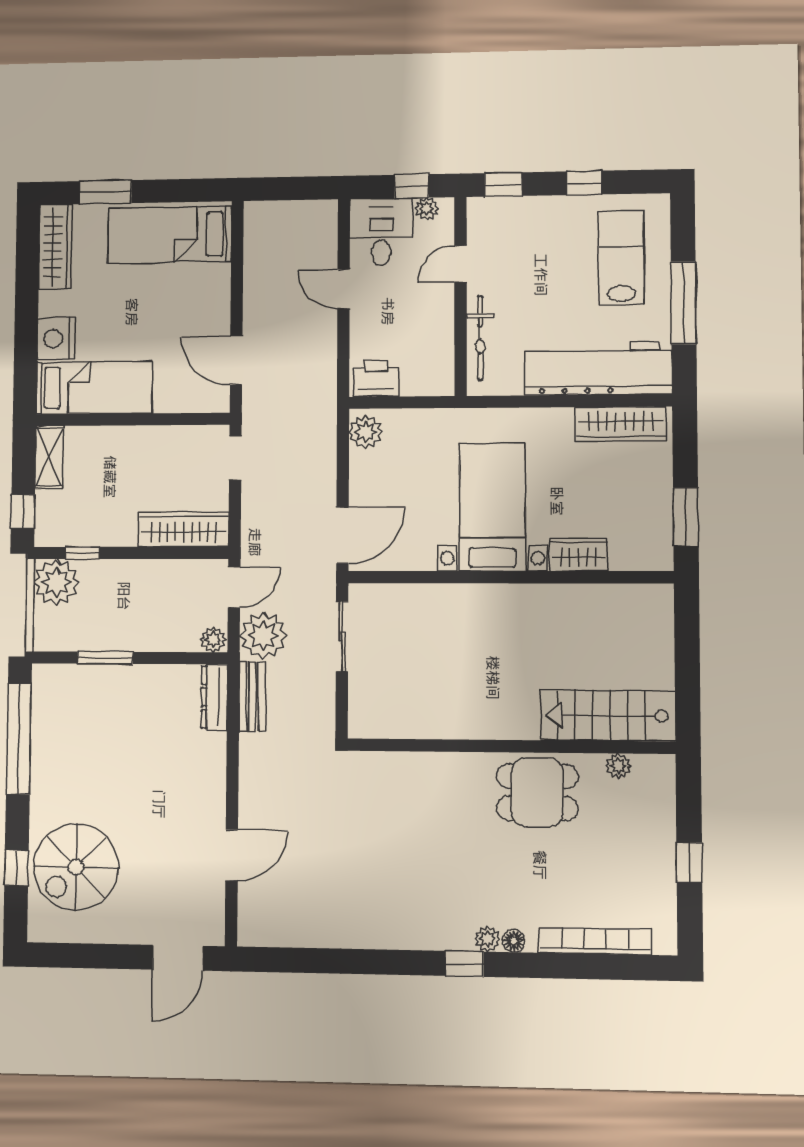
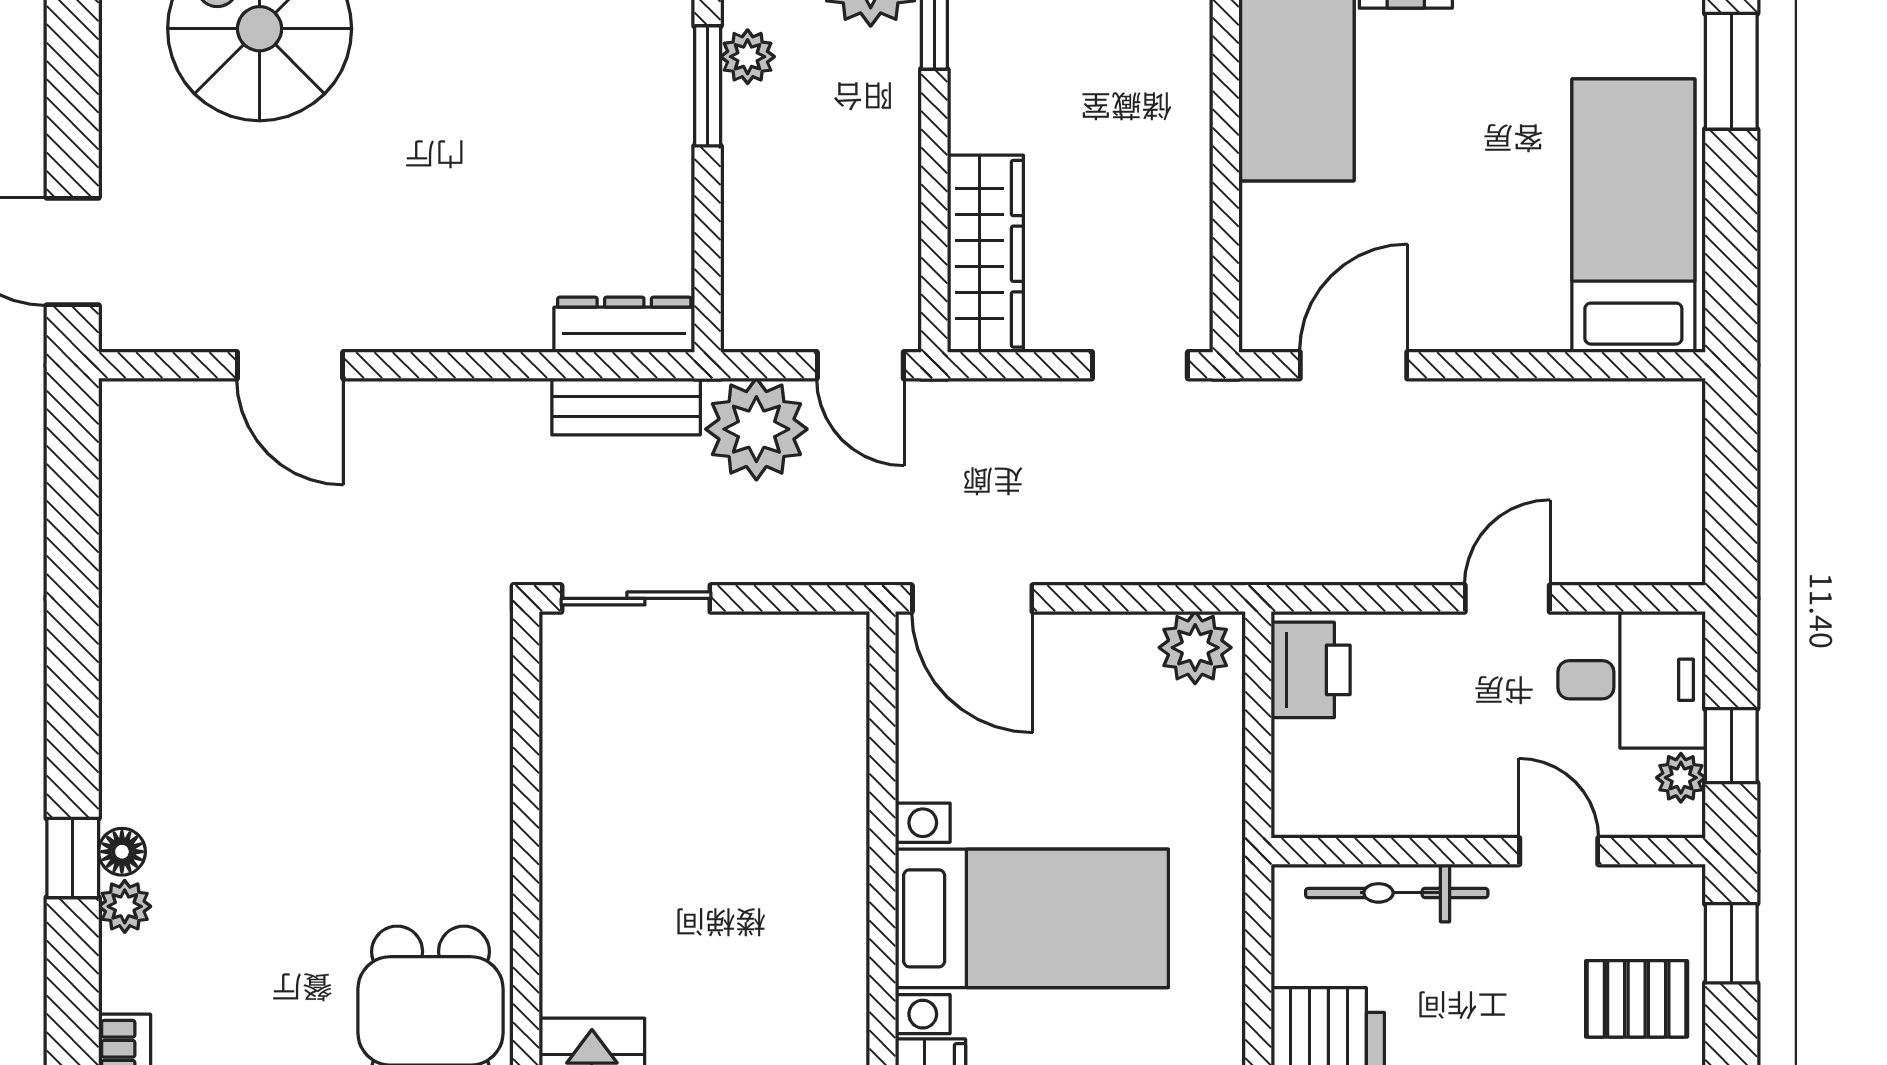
pallet: (529, 227) -> (1637, 999), added
sliding door: (342, 636) -> (636, 598), moved
plant: (213, 640) -> (748, 57), moved
floor lamp: (514, 941) -> (122, 852), moved

